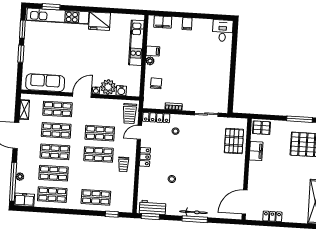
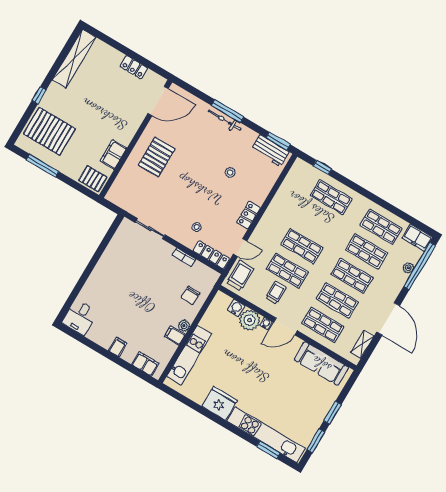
pallet: (234, 141) -> (157, 157), moved
trolley: (123, 164) -> (276, 293), moved

